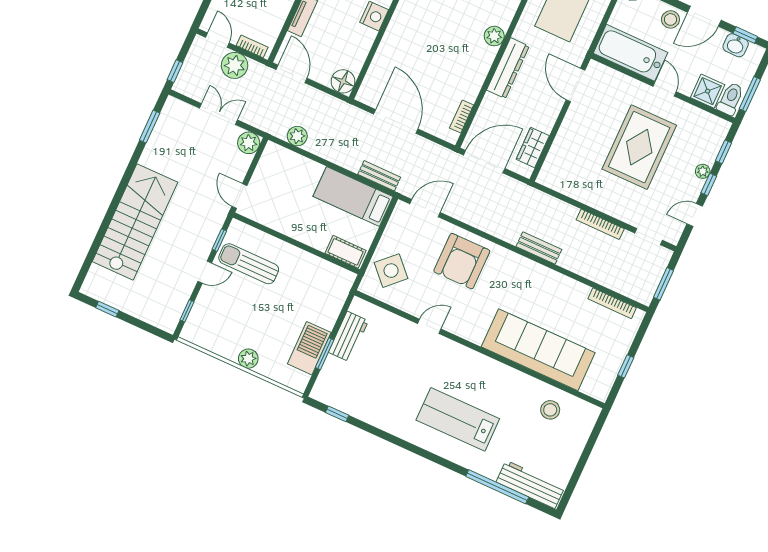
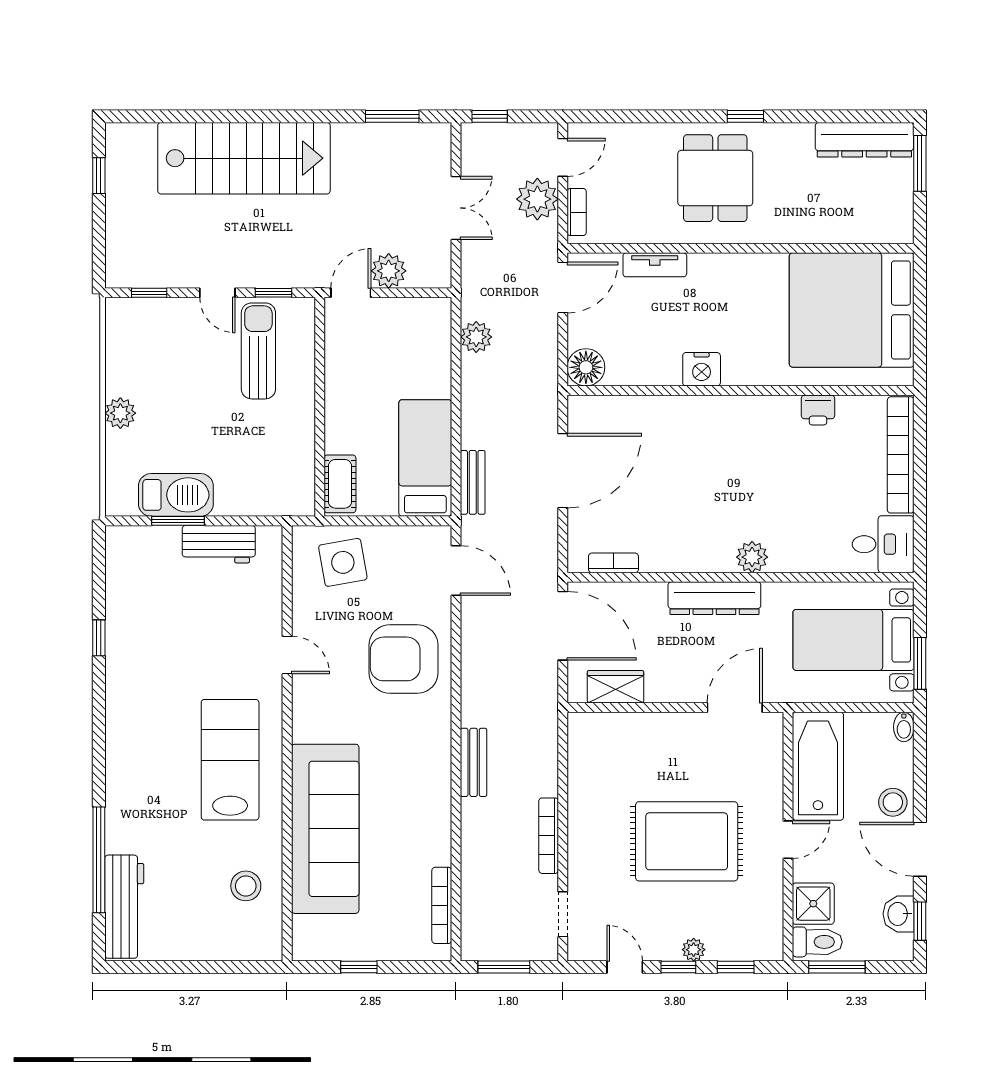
plant: (249, 143) -> (389, 271), moved
side table: (391, 271) -> (343, 562), turned 34
window: (337, 414) -> (99, 638), moved
lab bench: (458, 419) -> (230, 760), moved

